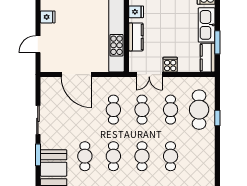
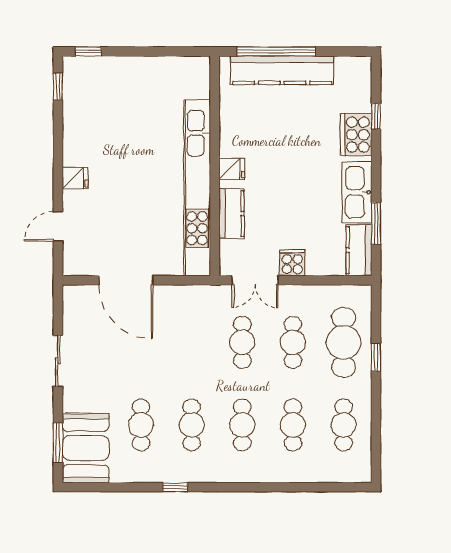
cafe table: (113, 110) -> (344, 425), moved
window: (38, 155) -> (58, 443), moved

